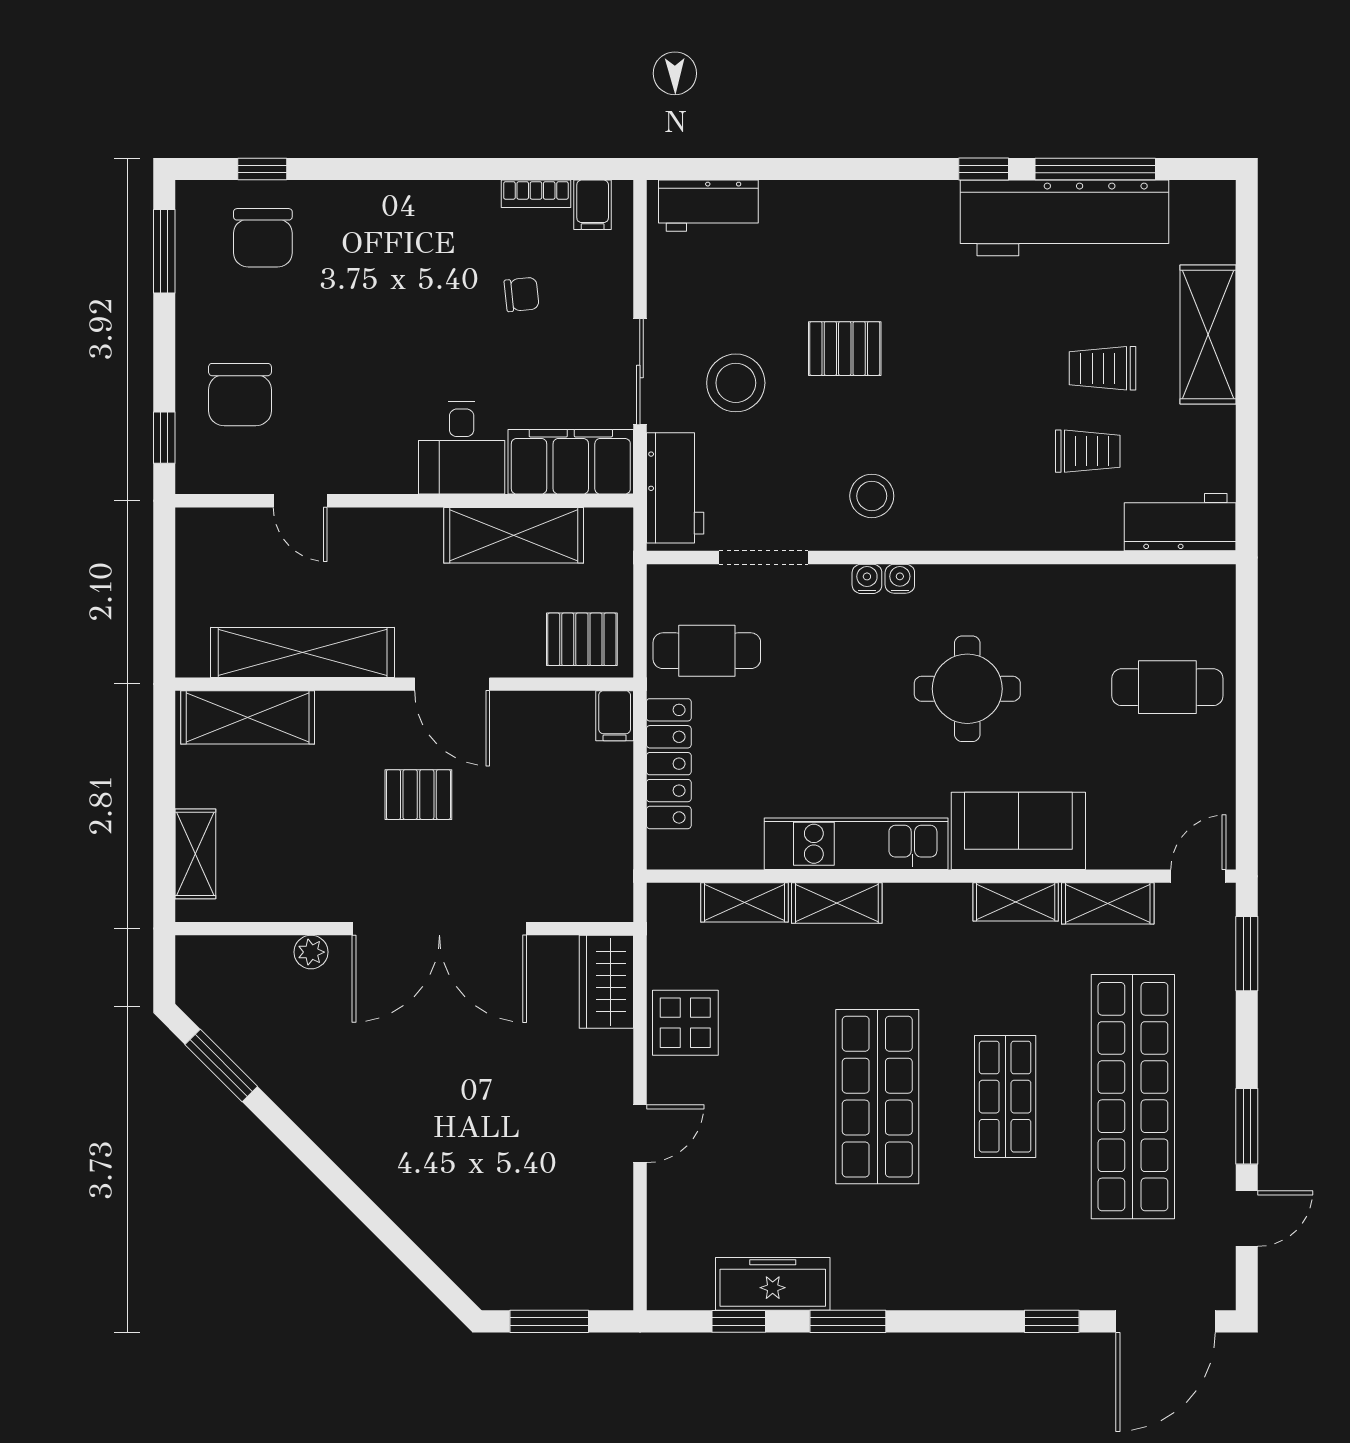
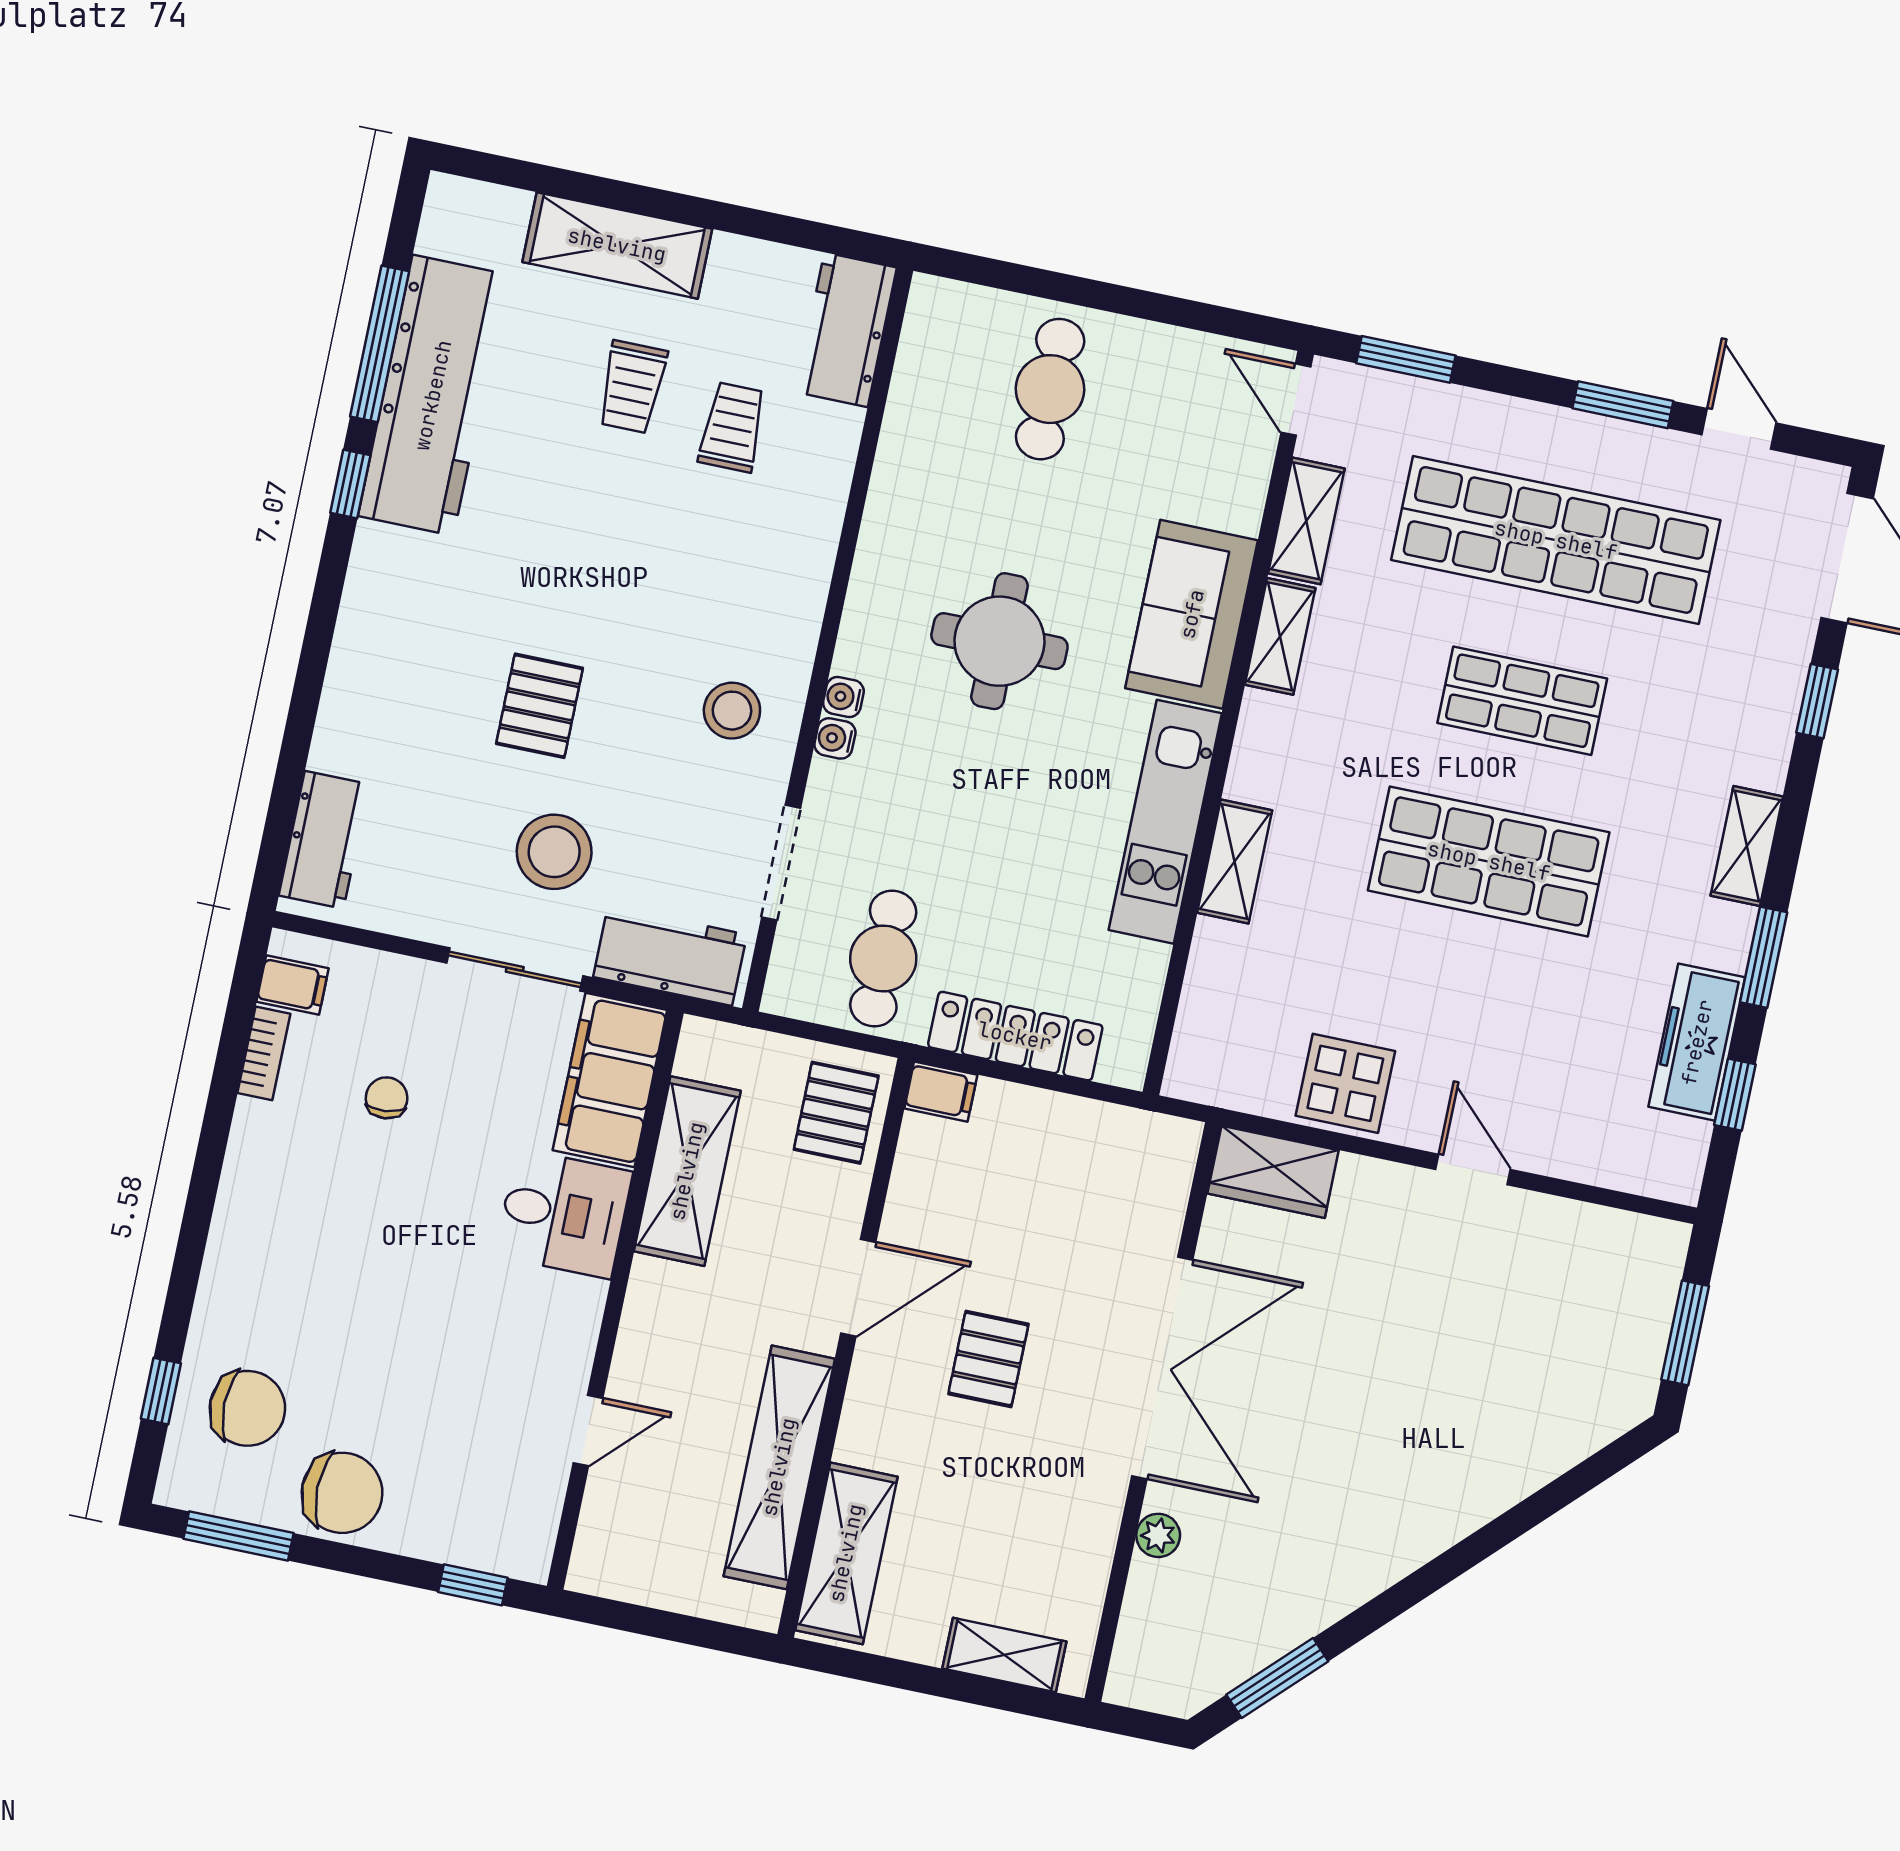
chair: (240, 395) -> (342, 1493), moved
shelving: (744, 902) -> (1747, 846), moved

